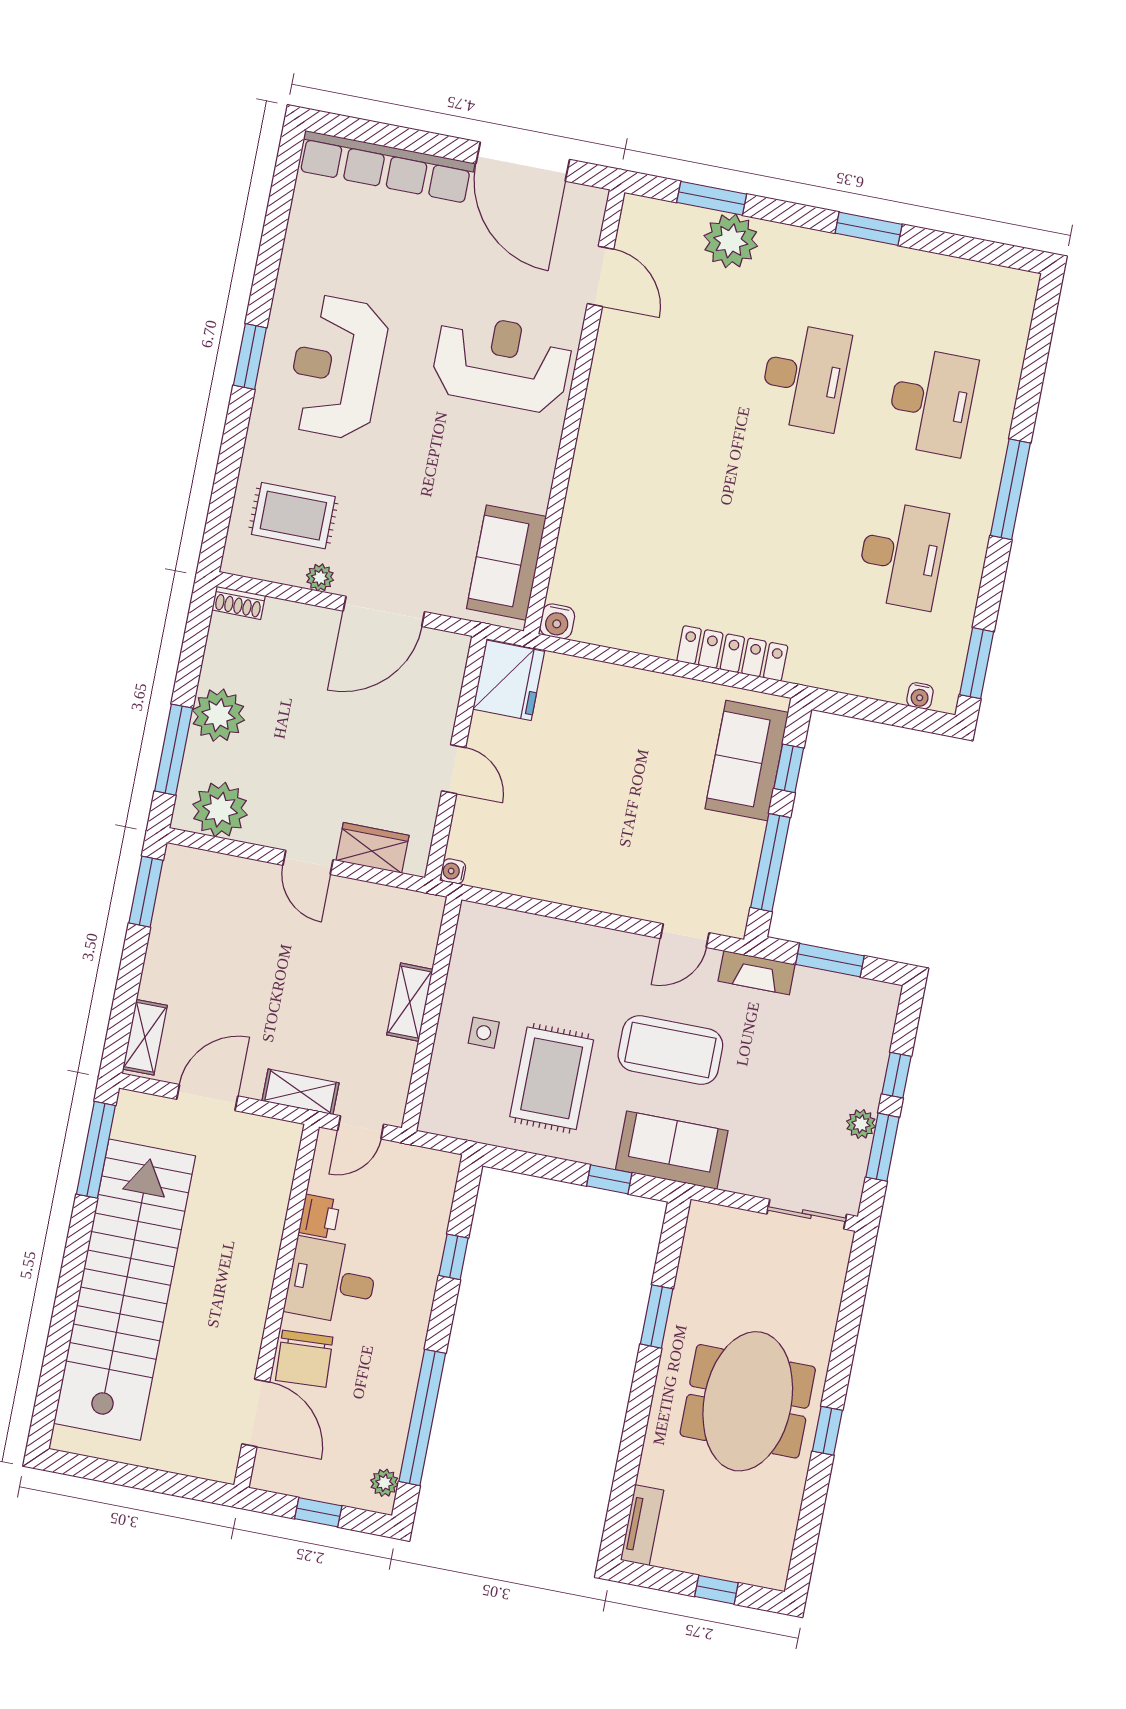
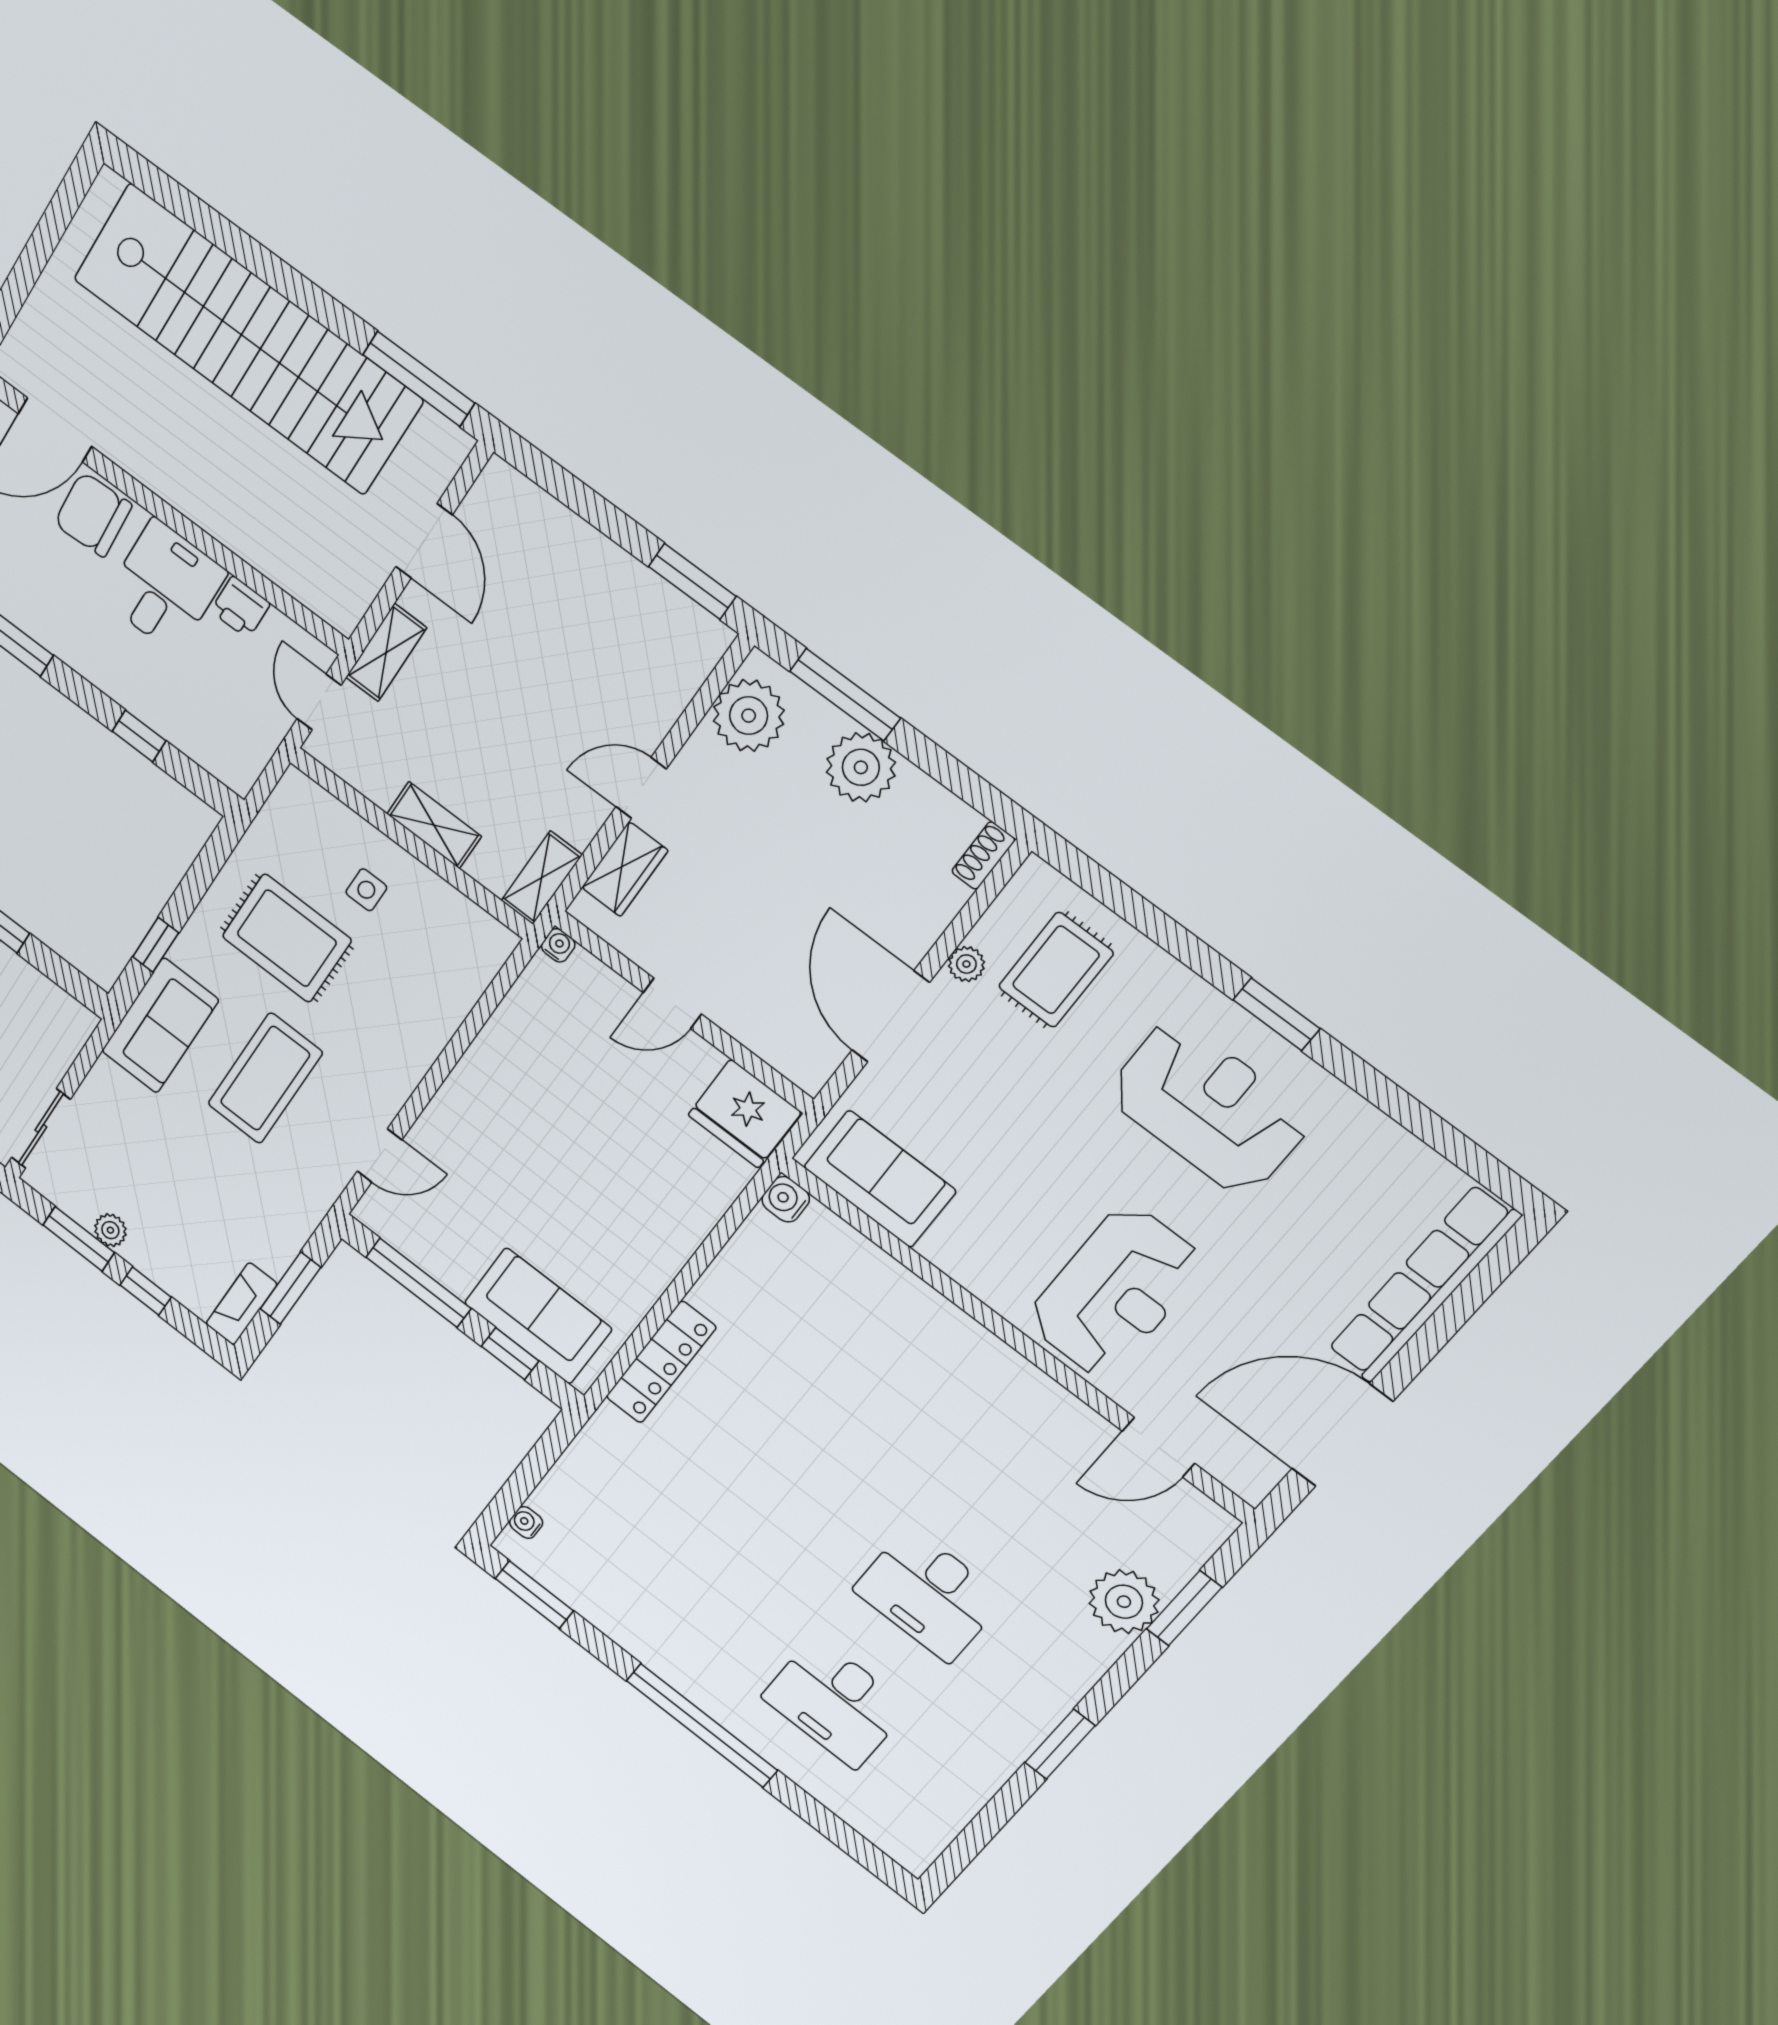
window: (1010, 489) -> (702, 1725), width x1.46
desk: (902, 555) -> (684, 1585), removed
door: (685, 936) -> (380, 1156), swing flipped
fireplace: (757, 973) -> (241, 1304), moved
shelving: (145, 1037) -> (541, 878), moved, turned 90

